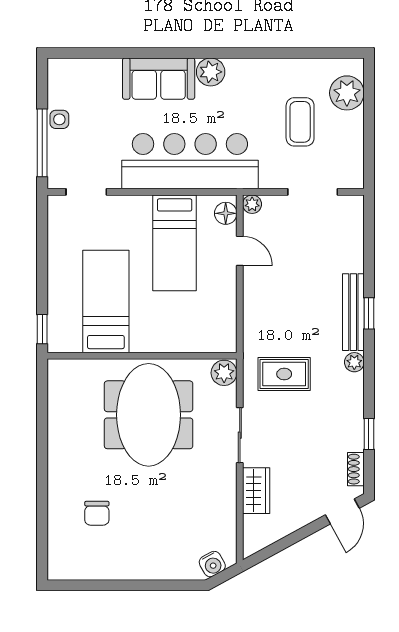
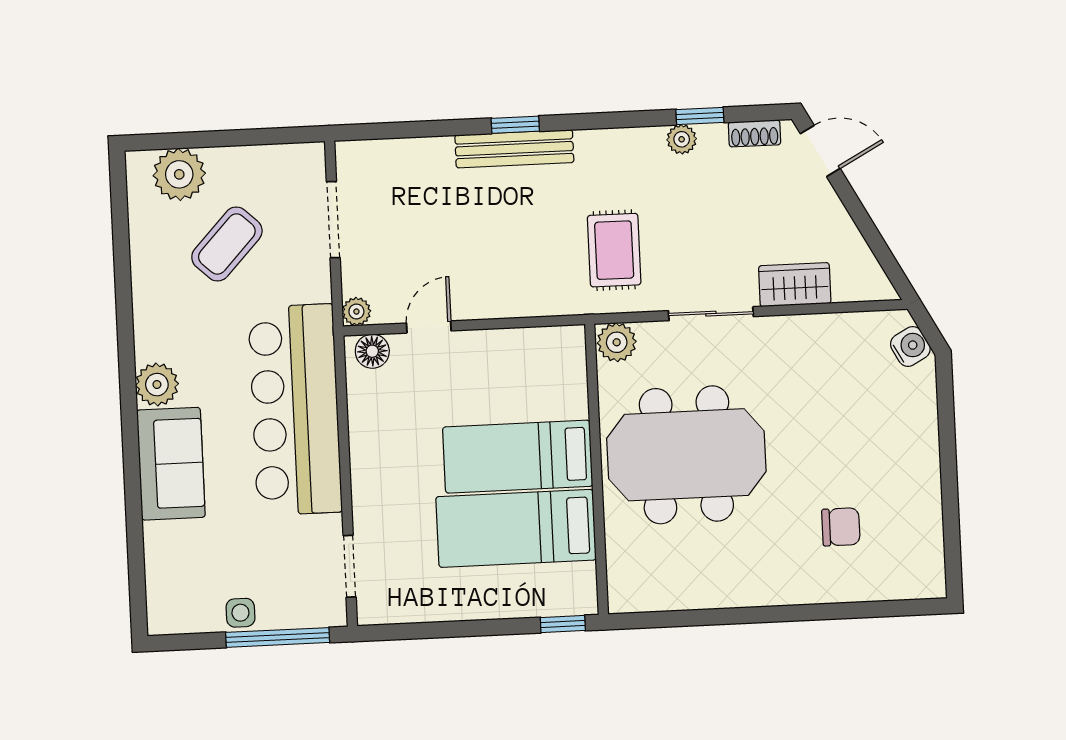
coffee table: (300, 122) -> (227, 244), turned -47
bed: (175, 243) -> (518, 457), moved, turned 180
plant: (354, 362) -> (682, 139), moved

